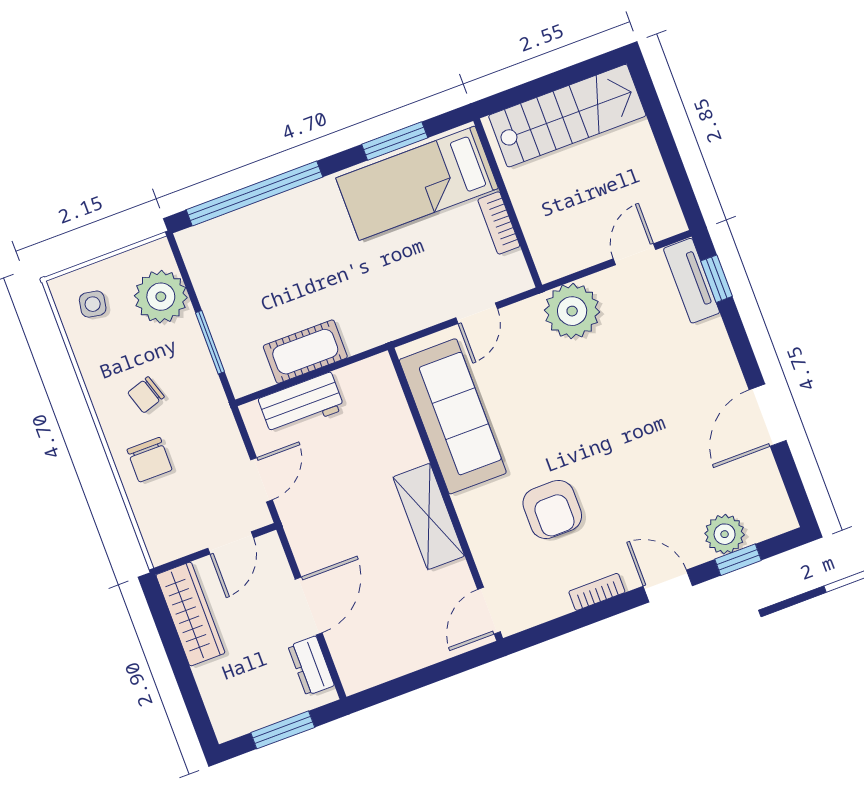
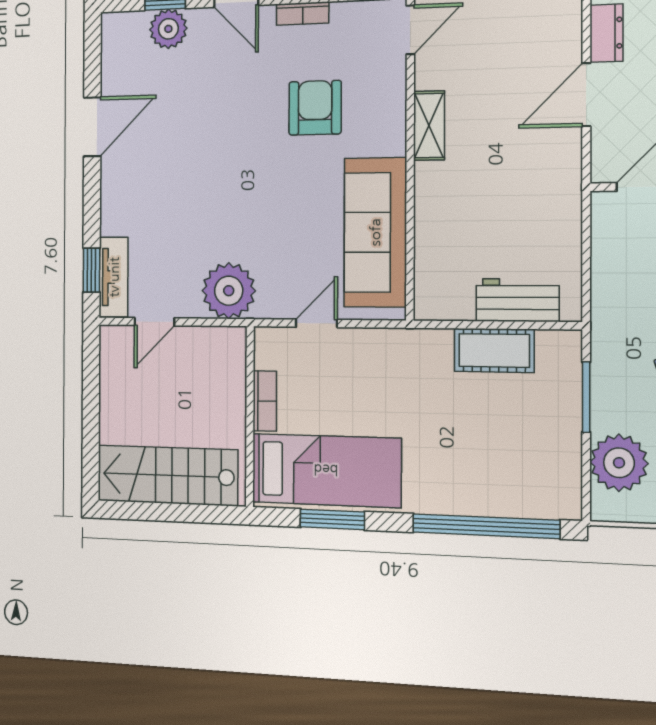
door: (261, 480) -> (586, 239), removed
shelving: (429, 516) -> (429, 126), width x0.67, depth x0.75

